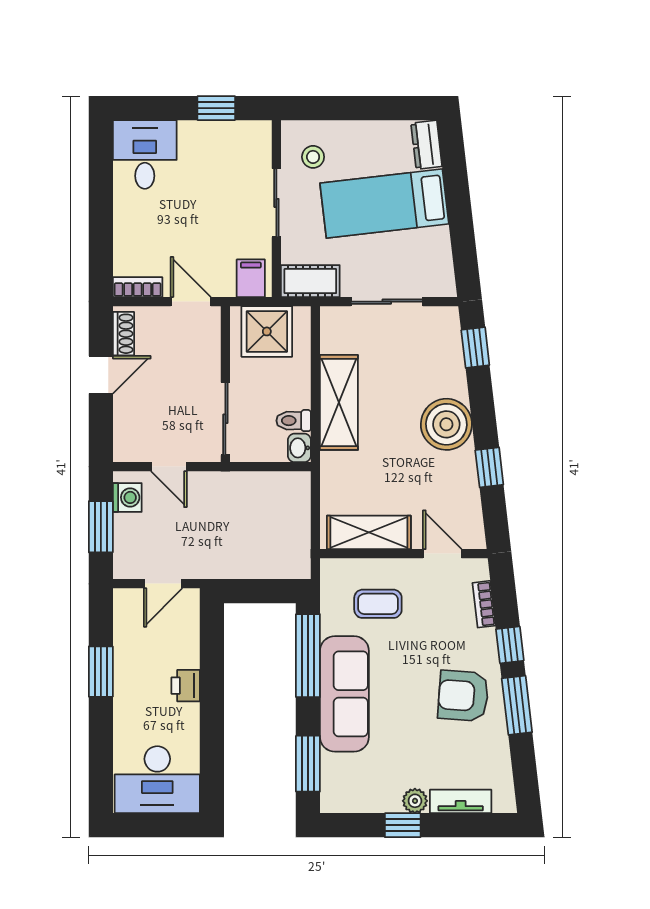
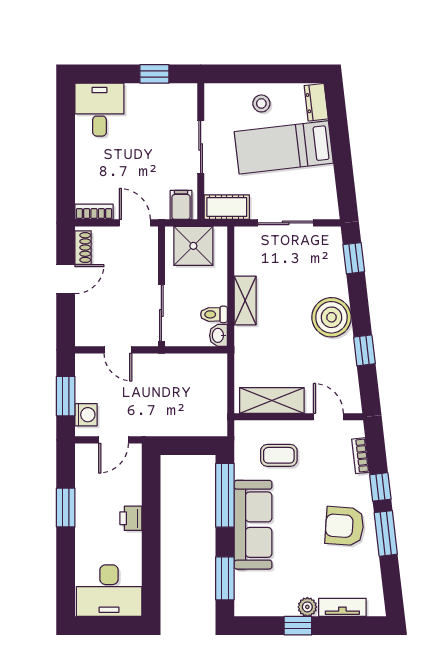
stool: (313, 157) -> (261, 103), moved
shelving: (339, 402) -> (245, 300), width x0.67, depth x0.75
washing machine: (127, 497) -> (86, 415), moved

